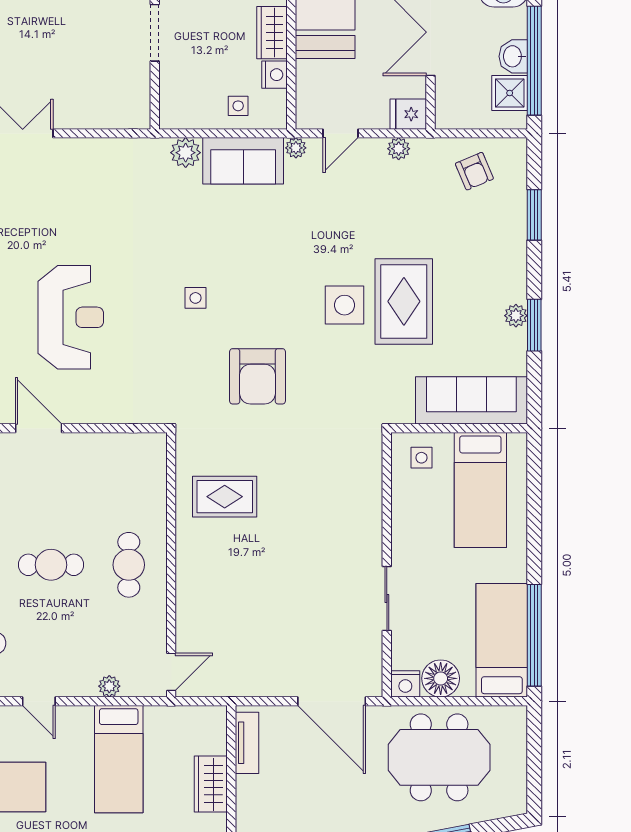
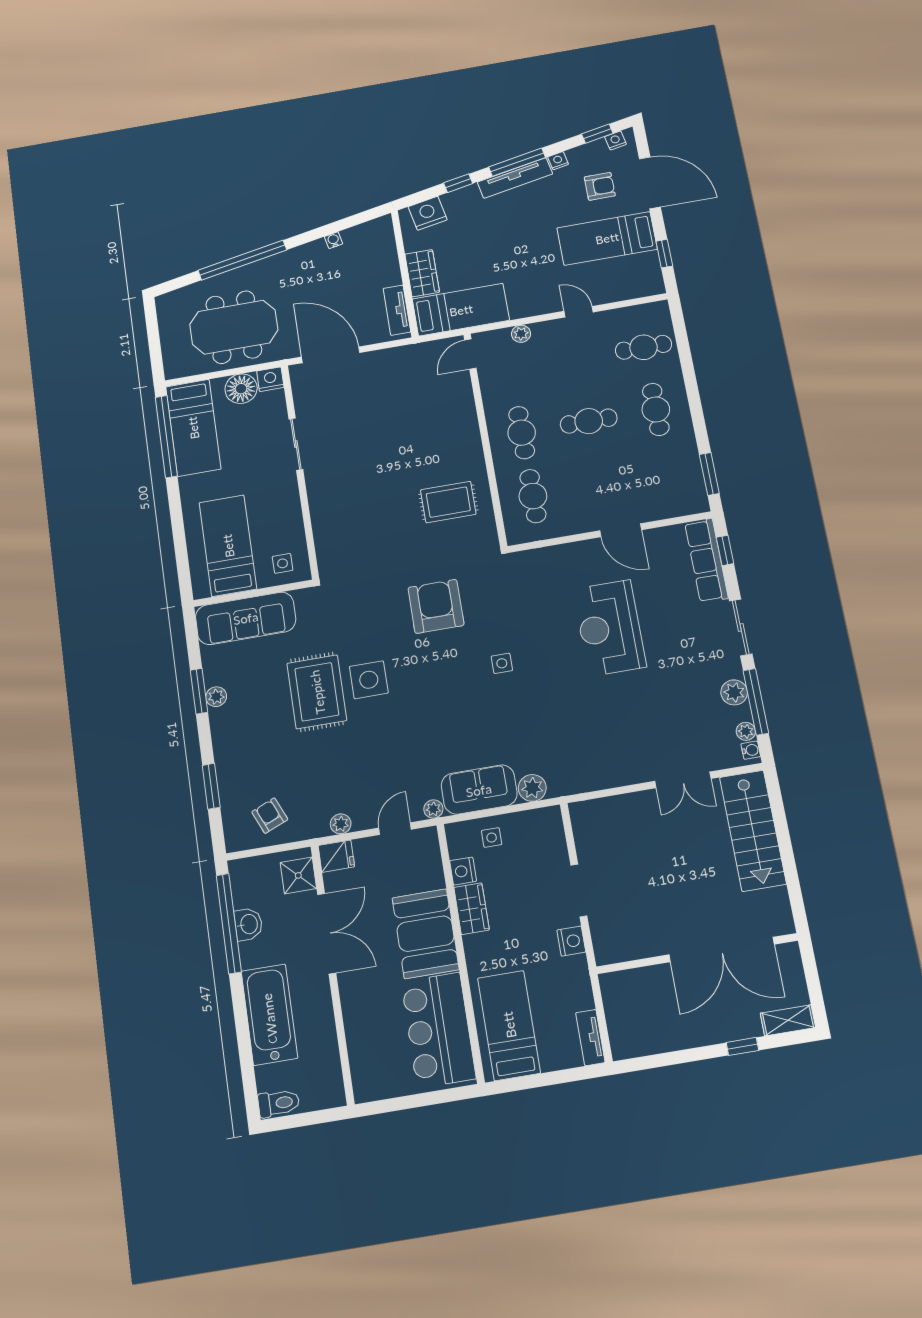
shower: (510, 93) -> (298, 875), moved
cafe table: (129, 486) -> (533, 496), added
bed: (119, 759) -> (461, 310), moved, turned 90

